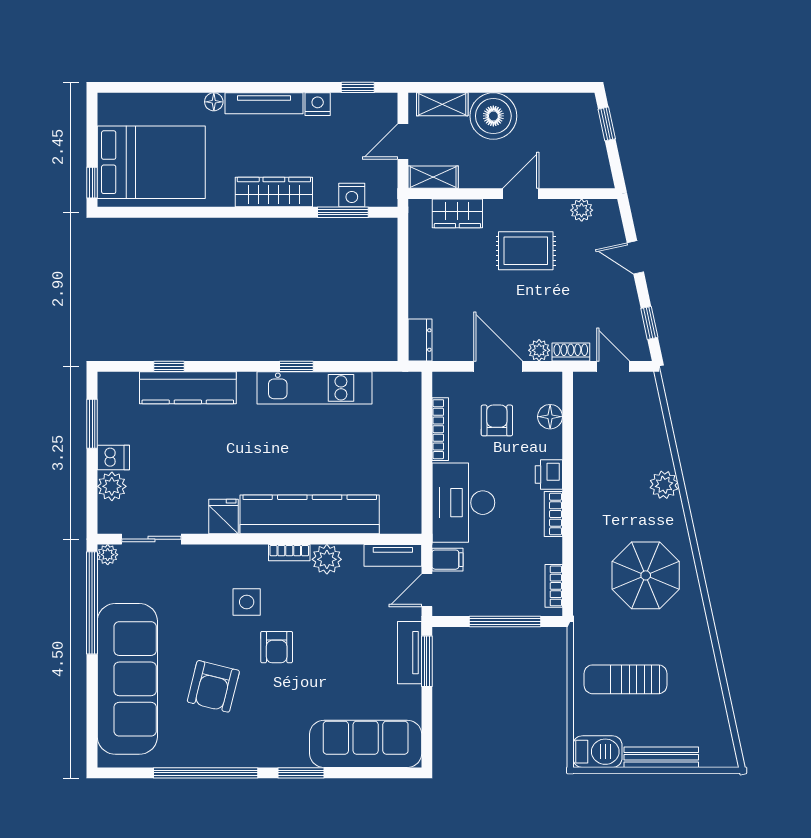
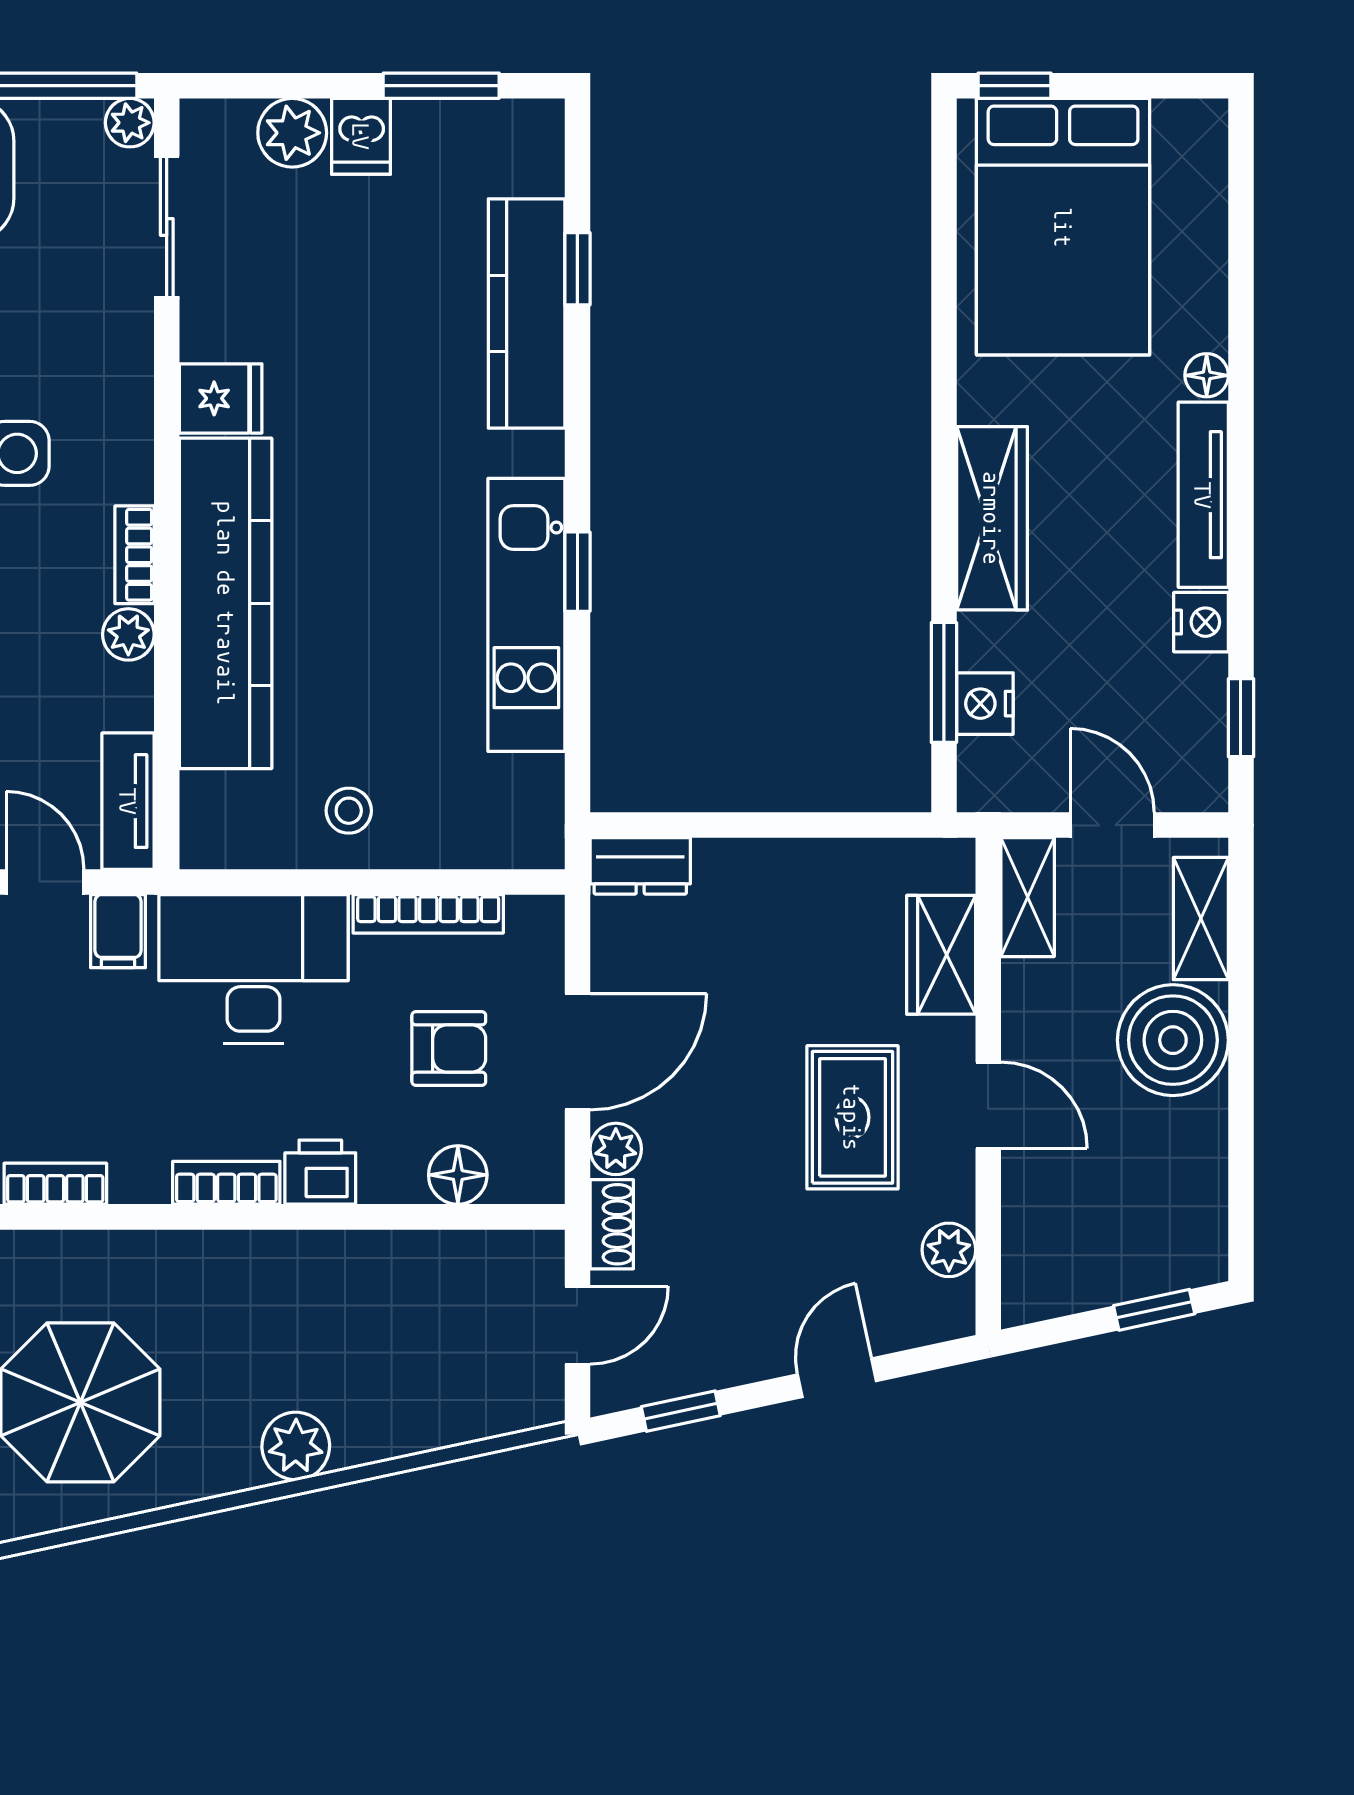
stool: (397, 463) -> (349, 811), added
plant: (327, 559) -> (128, 634), width x0.73, depth x0.73

